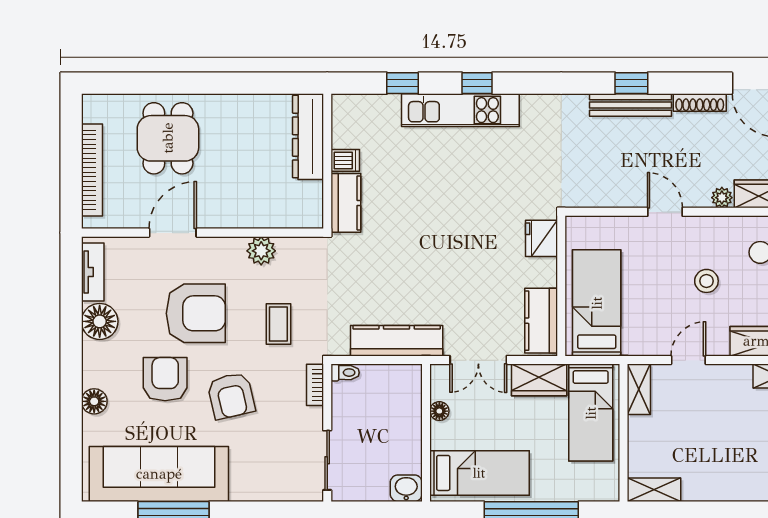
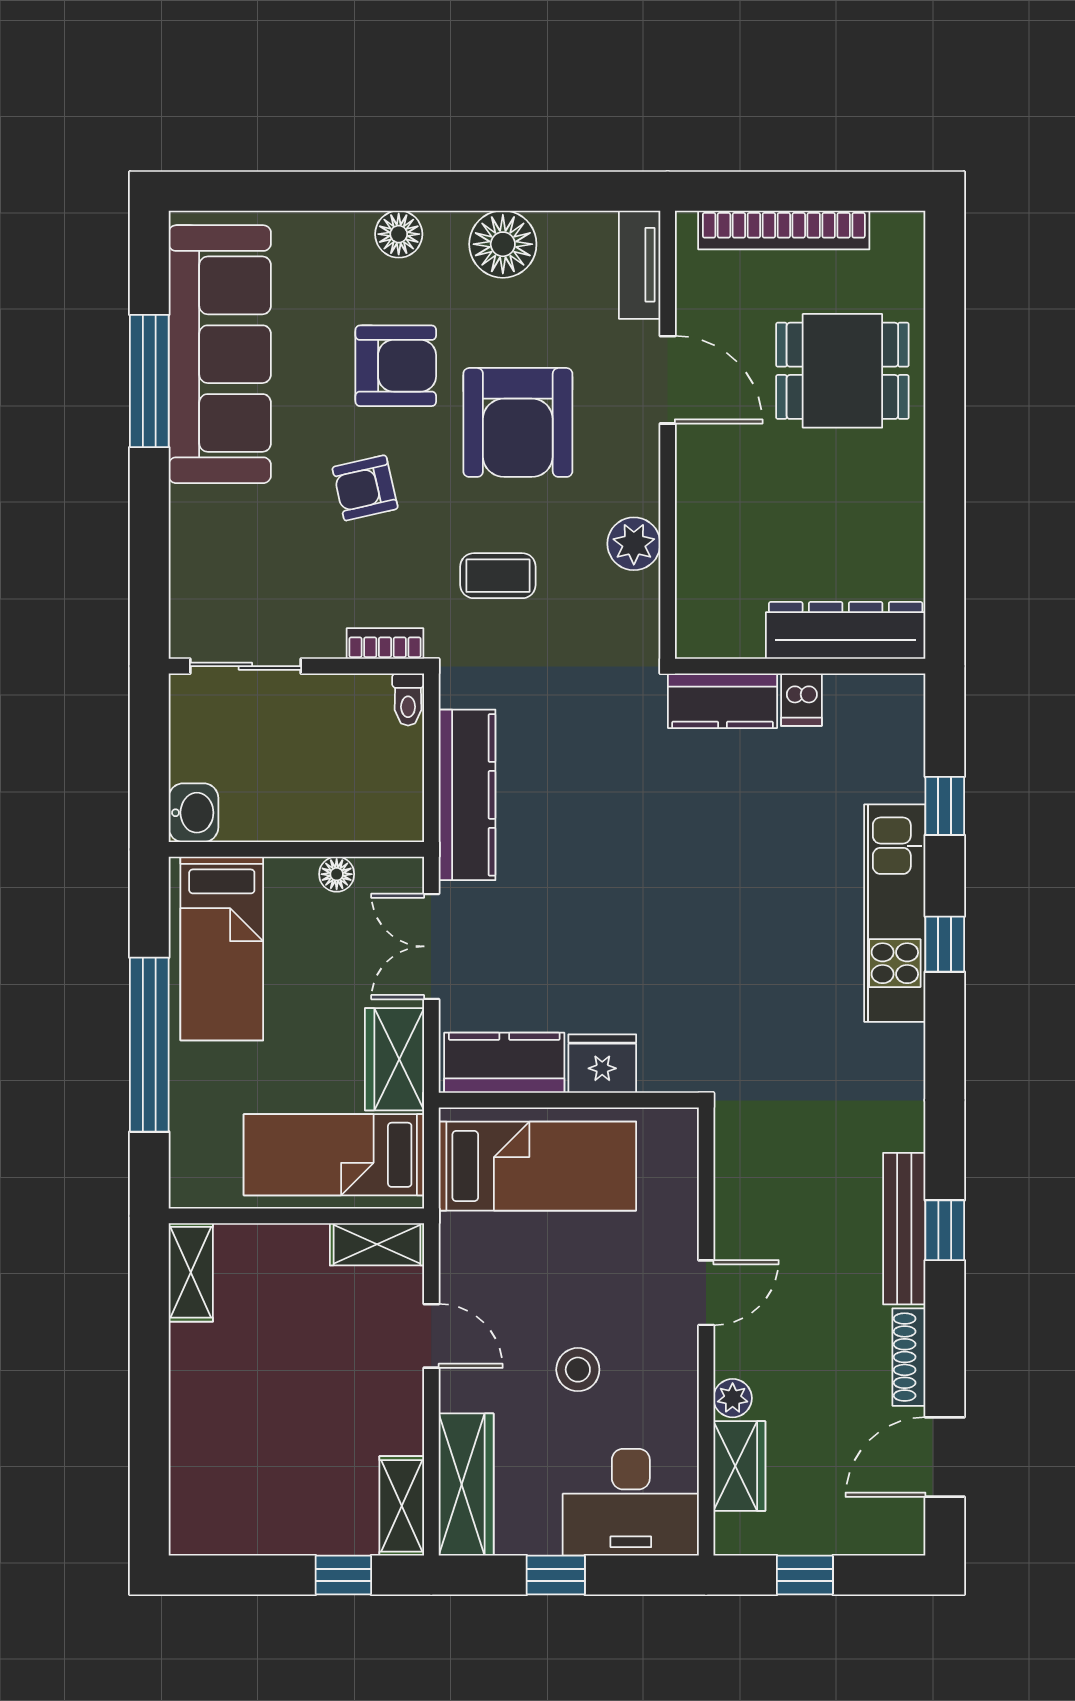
fridge: (542, 238) -> (602, 1064), moved
tv unit: (93, 272) -> (640, 265), moved, turned 90
armchair: (231, 396) -> (365, 488), width x0.72, depth x0.72
floor lamp: (94, 401) -> (399, 234), moved

